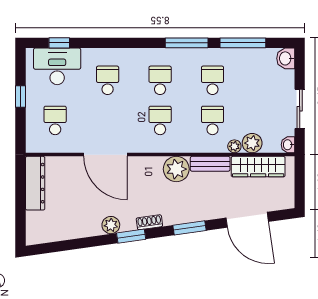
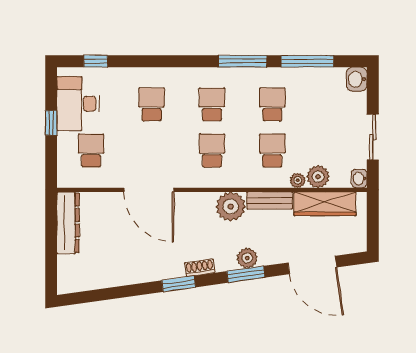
desk: (57, 66) -> (78, 104), moved, turned -90
plant: (111, 225) -> (247, 258), moved

